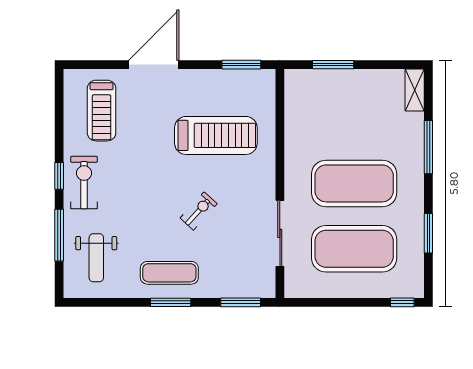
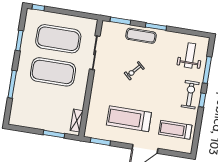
shelving: (415, 90) -> (77, 121), moved
treadmill: (102, 111) -> (175, 130), turned -90
treadmill: (216, 135) -> (129, 119), moved
exercise bike: (84, 183) -> (190, 95), turned 180
exercise mat: (169, 273) -> (141, 36), moved

